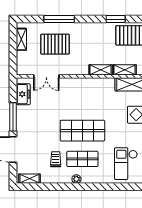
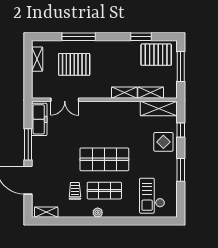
freezer: (23, 94) -> (39, 119), width x1.40

